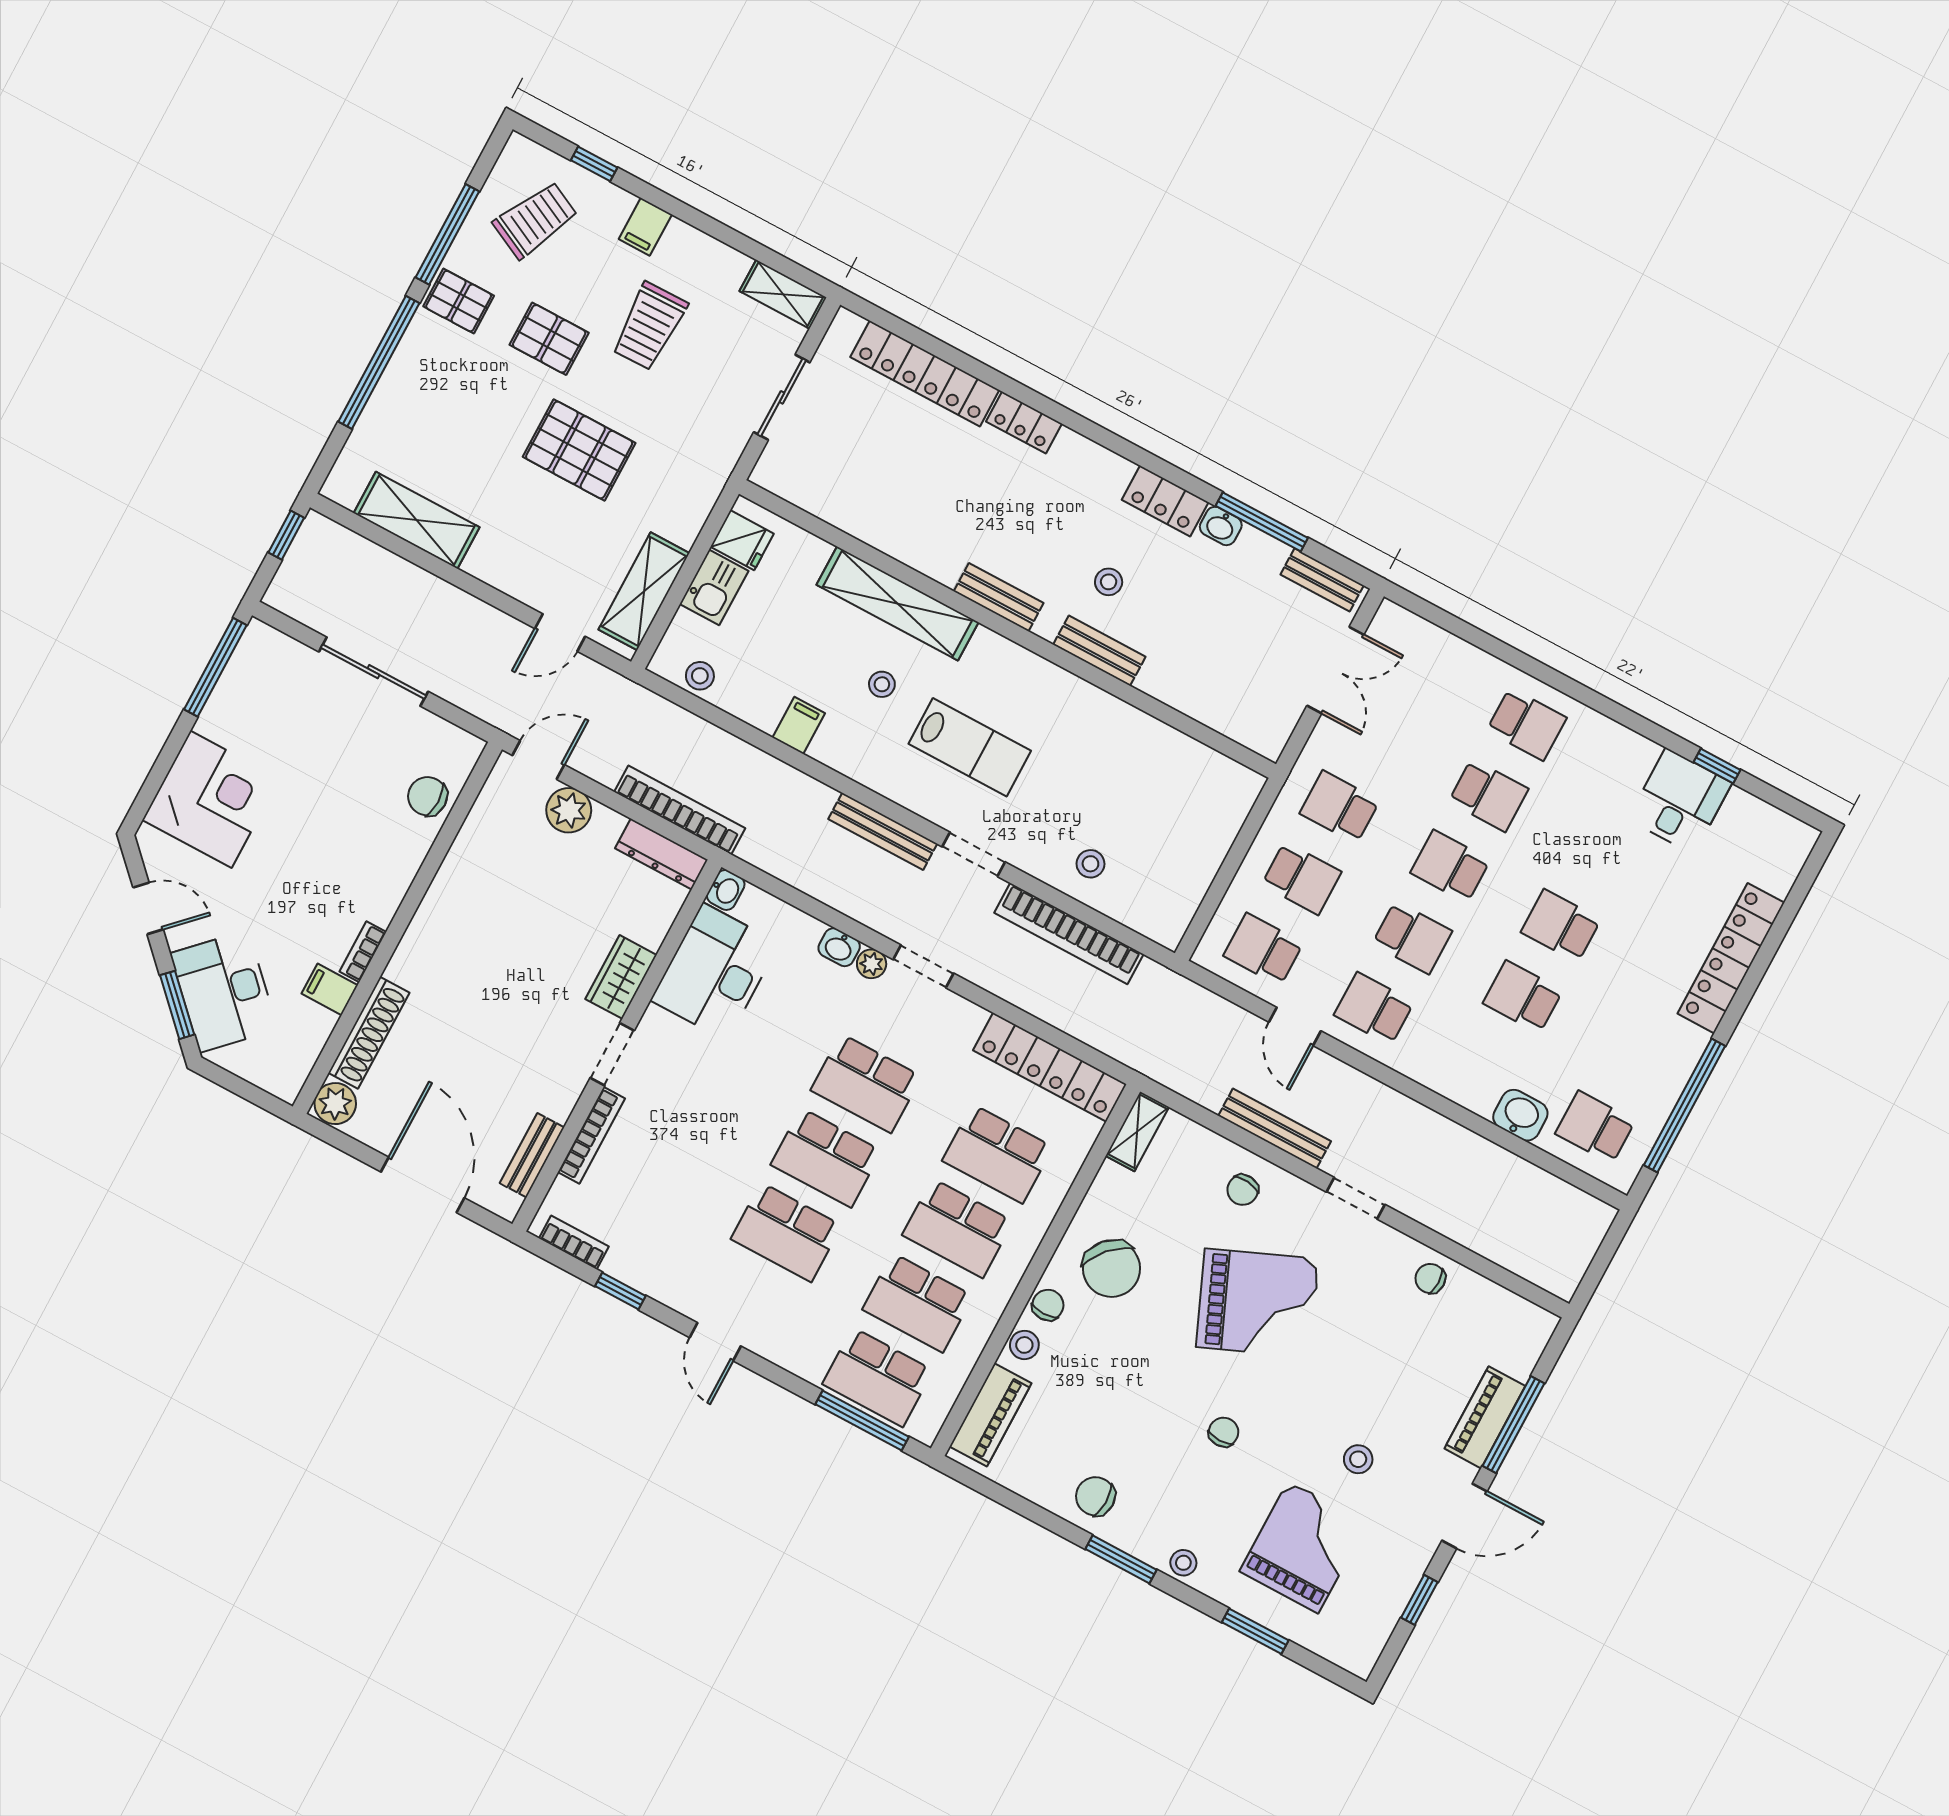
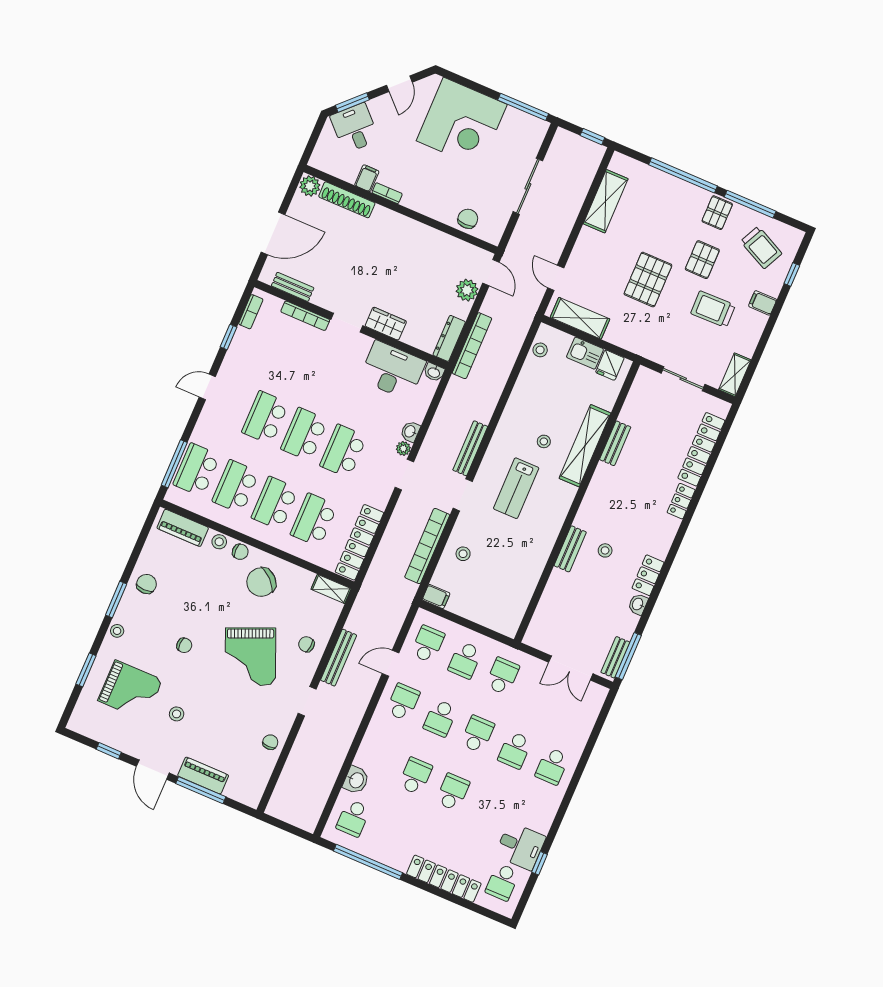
window: (1262, 522) -> (628, 656), moved
bench: (999, 597) -> (615, 443), moved
filing cabinet: (799, 725) -> (436, 596), moved
corner desk: (211, 799) -> (462, 123), width x1.36, depth x1.36
school desk: (1748, 843) -> (502, 882), added
desk: (224, 991) -> (355, 128), width x0.73
school desk: (1595, 1127) -> (353, 818), turned 180

